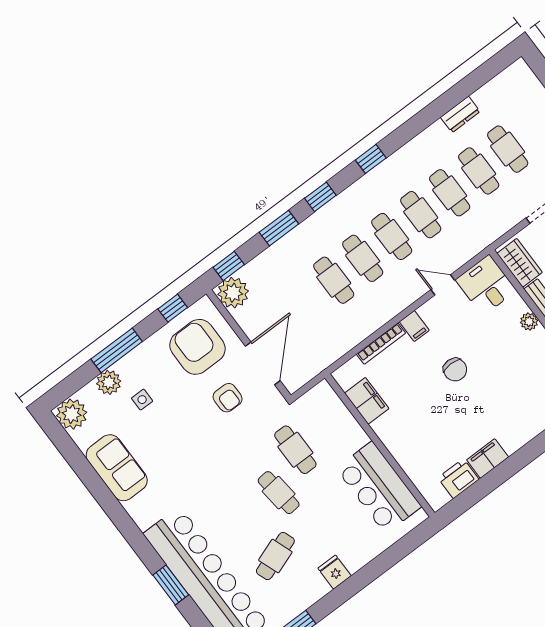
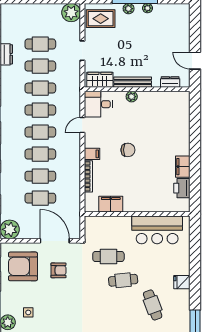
cafe table: (305, 302) -> (40, 198), added

